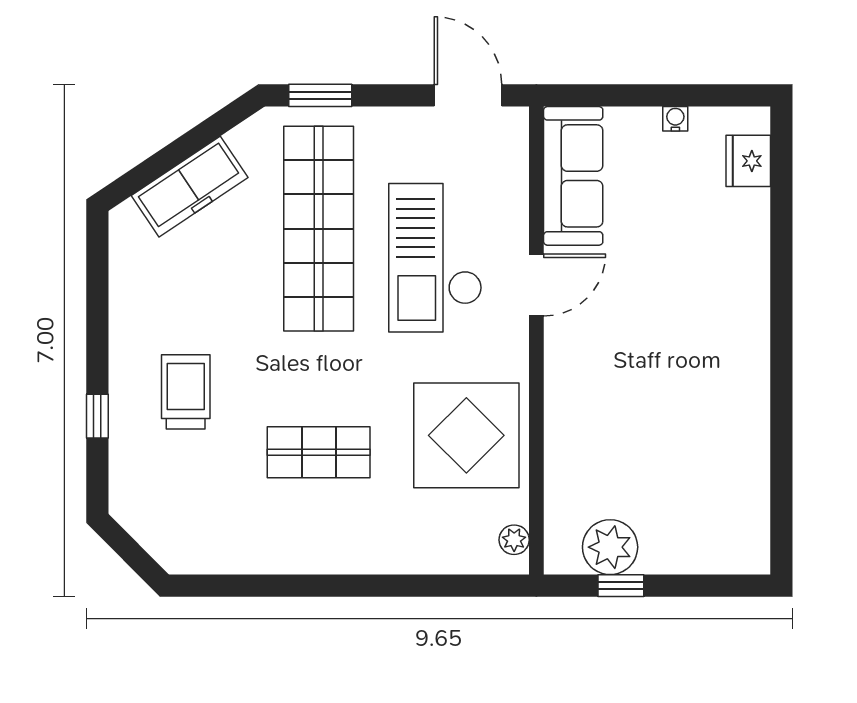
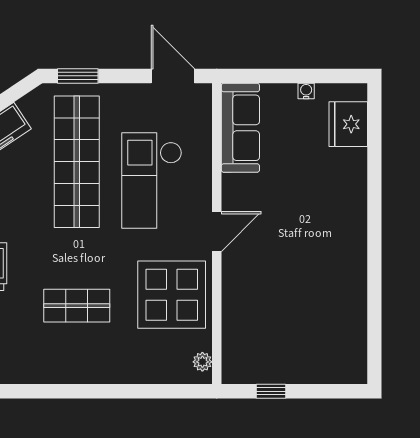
fridge: (748, 161) -> (348, 124), width x1.36, depth x1.34
door: (536, 285) -> (217, 232), moved
plant: (610, 547) -> (264, 367), removed

